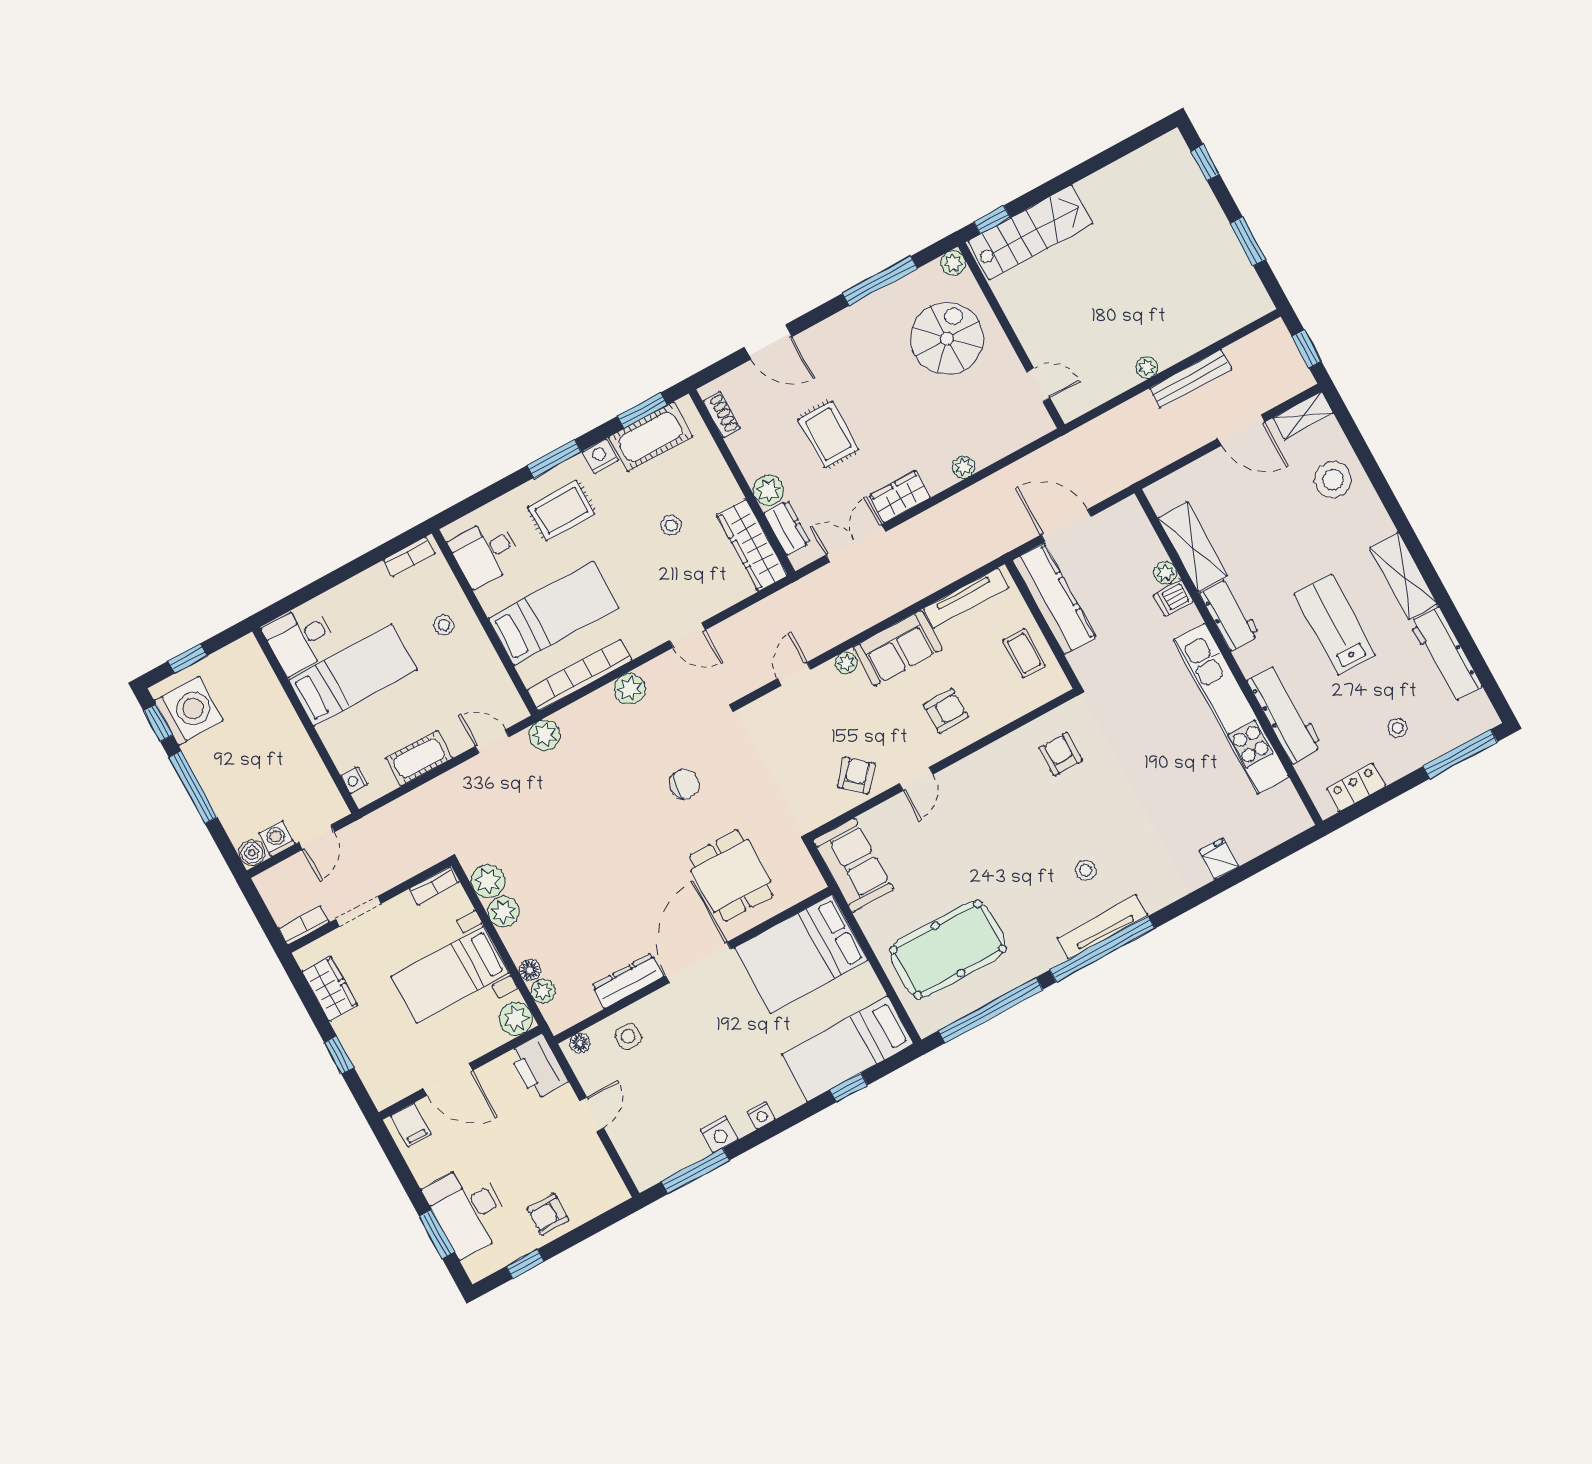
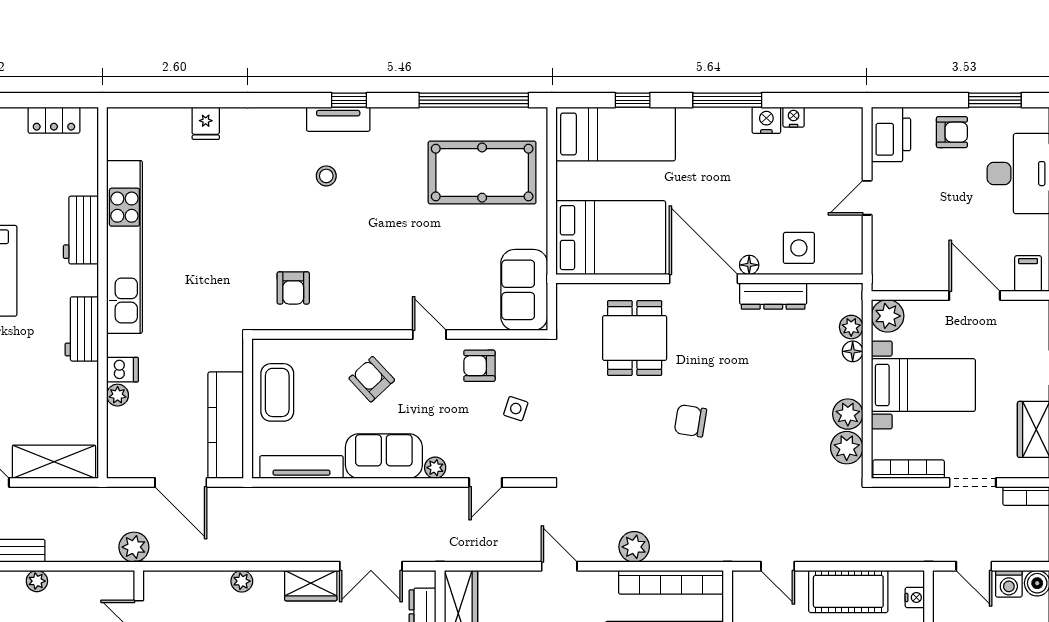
shelving: (1193, 547) -> (54, 462), moved, turned 90
coffee table: (1024, 653) -> (277, 392), width x1.36, depth x1.30
armchair: (946, 711) -> (372, 379), turned 48
workbench: (1285, 714) -> (81, 230), width x0.73
plant: (545, 735) -> (134, 547), moved
side table: (803, 755) -> (516, 409), added
cot: (419, 758) -> (848, 591), width x1.37, depth x1.34
armchair: (856, 775) -> (479, 366), turned 49
door: (916, 779) -> (429, 335), hinge flipped
chair: (684, 784) -> (690, 421), moved
door: (317, 837) -> (974, 566), swing flipped
bookcase: (434, 886) -> (909, 469), width x1.56
tv unit: (1103, 927) -> (338, 119), width x0.71
window: (1102, 949) -> (349, 100), width x0.32
door: (698, 962) -> (703, 279), swing flipped
side table: (628, 1036) -> (799, 248), width x1.37, depth x1.37
floor lamp: (580, 1043) -> (749, 265), moved
printer: (538, 1067) -> (891, 134), moved
nightstand: (761, 1115) -> (794, 117), moved
window: (695, 1171) -> (727, 100), moved
window: (525, 1264) -> (995, 100), width x1.50

